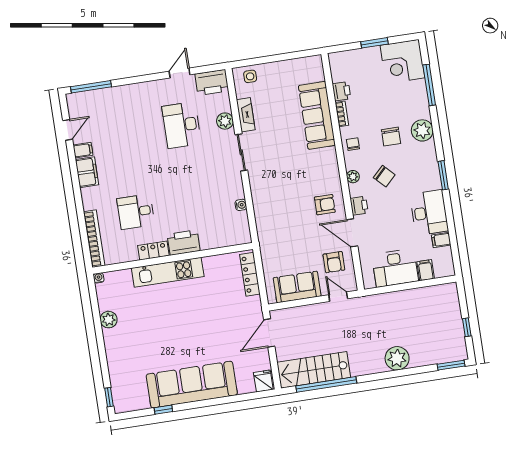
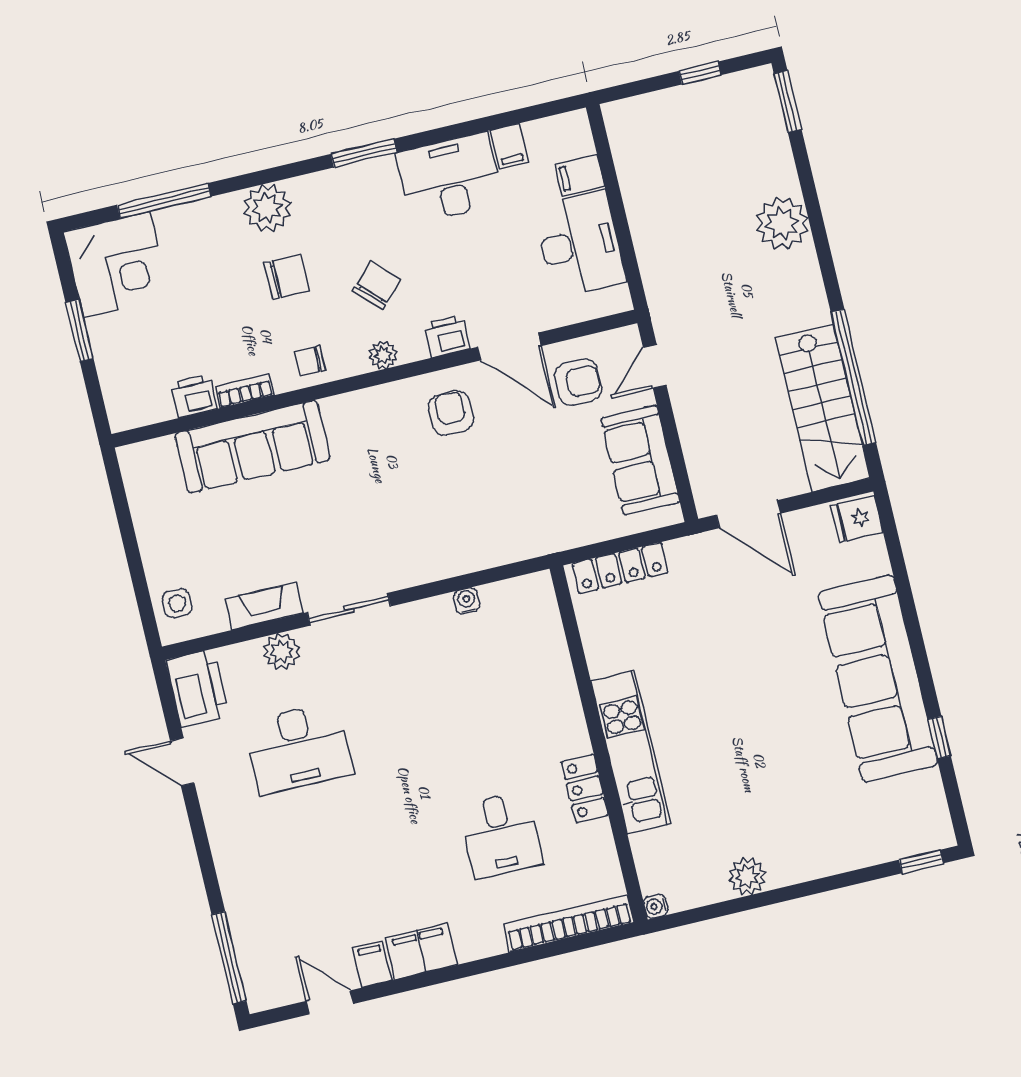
door: (352, 233) -> (509, 346), hinge flipped
printer: (184, 243) -> (561, 722), removed

